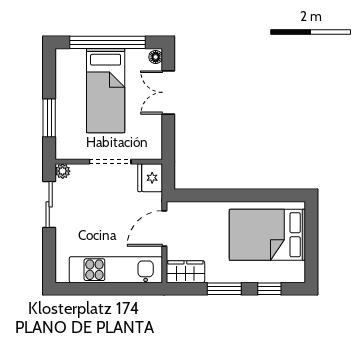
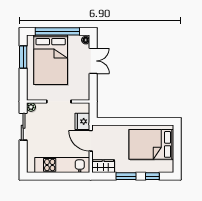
bed: (106, 91) -> (51, 60), width x1.50
double door: (168, 92) -> (93, 61), swing flipped
window: (49, 118) -> (23, 57), moved
fridge: (150, 178) -> (82, 121), moved
door: (164, 228) -> (91, 141), hinge flipped

